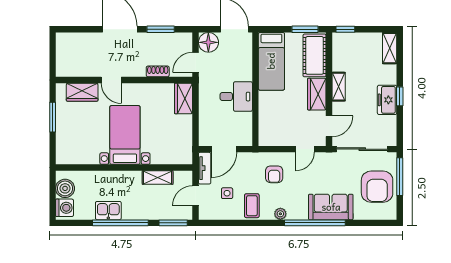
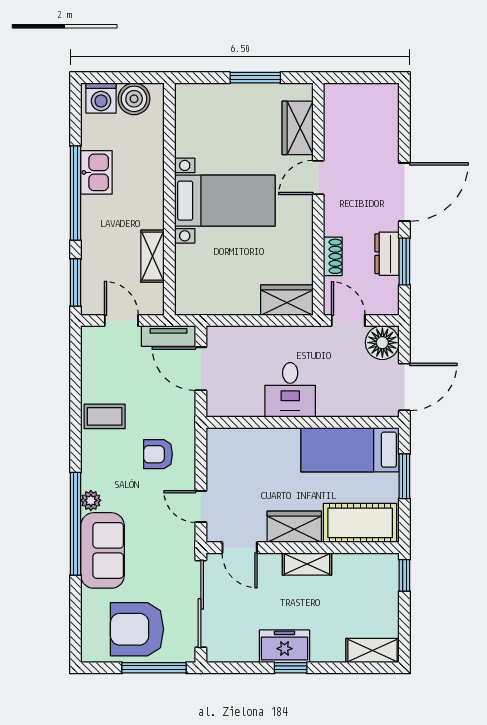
window: (305, 29) -> (404, 476), moved
dresser: (156, 40) -> (387, 254), added
side table: (227, 193) -> (126, 374), removed
plant: (280, 214) -> (91, 500), moved

